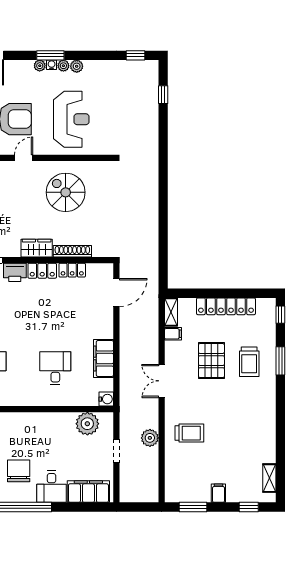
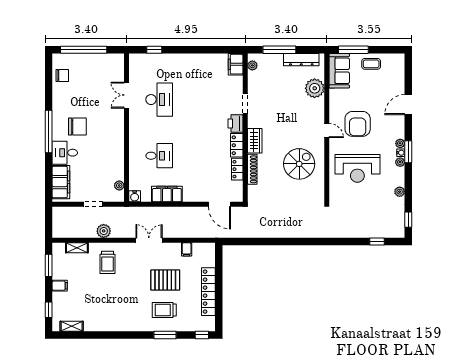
plant: (77, 66) -> (400, 192), moved
shelving: (171, 312) -> (77, 248), moved
plant: (87, 424) -> (119, 185), width x0.53, depth x0.53

